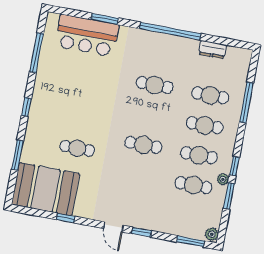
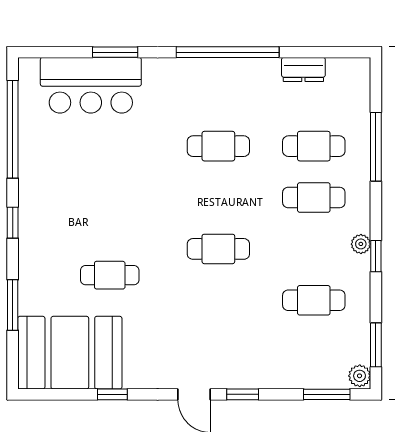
window: (37, 53) -> (13, 129), width x1.46
cafe table: (199, 155) -> (314, 249), removed
plant: (223, 179) -> (361, 244), moved
window: (229, 196) -> (376, 345), moved

